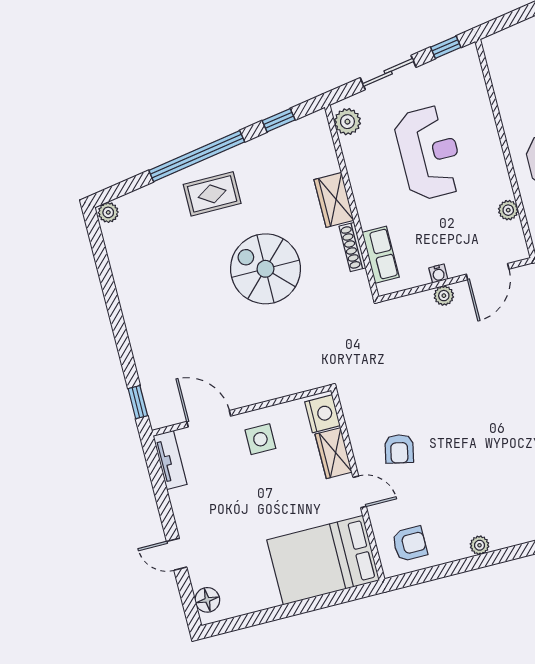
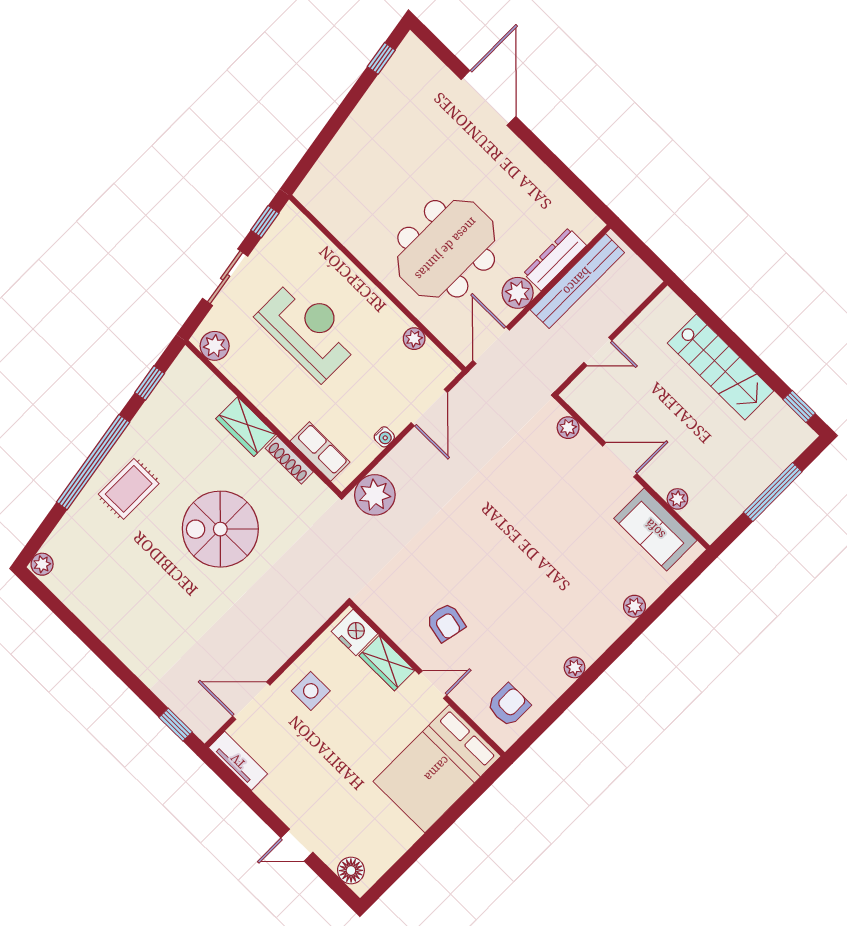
plant: (444, 296) -> (375, 495), moved, width x1.88, depth x1.88

